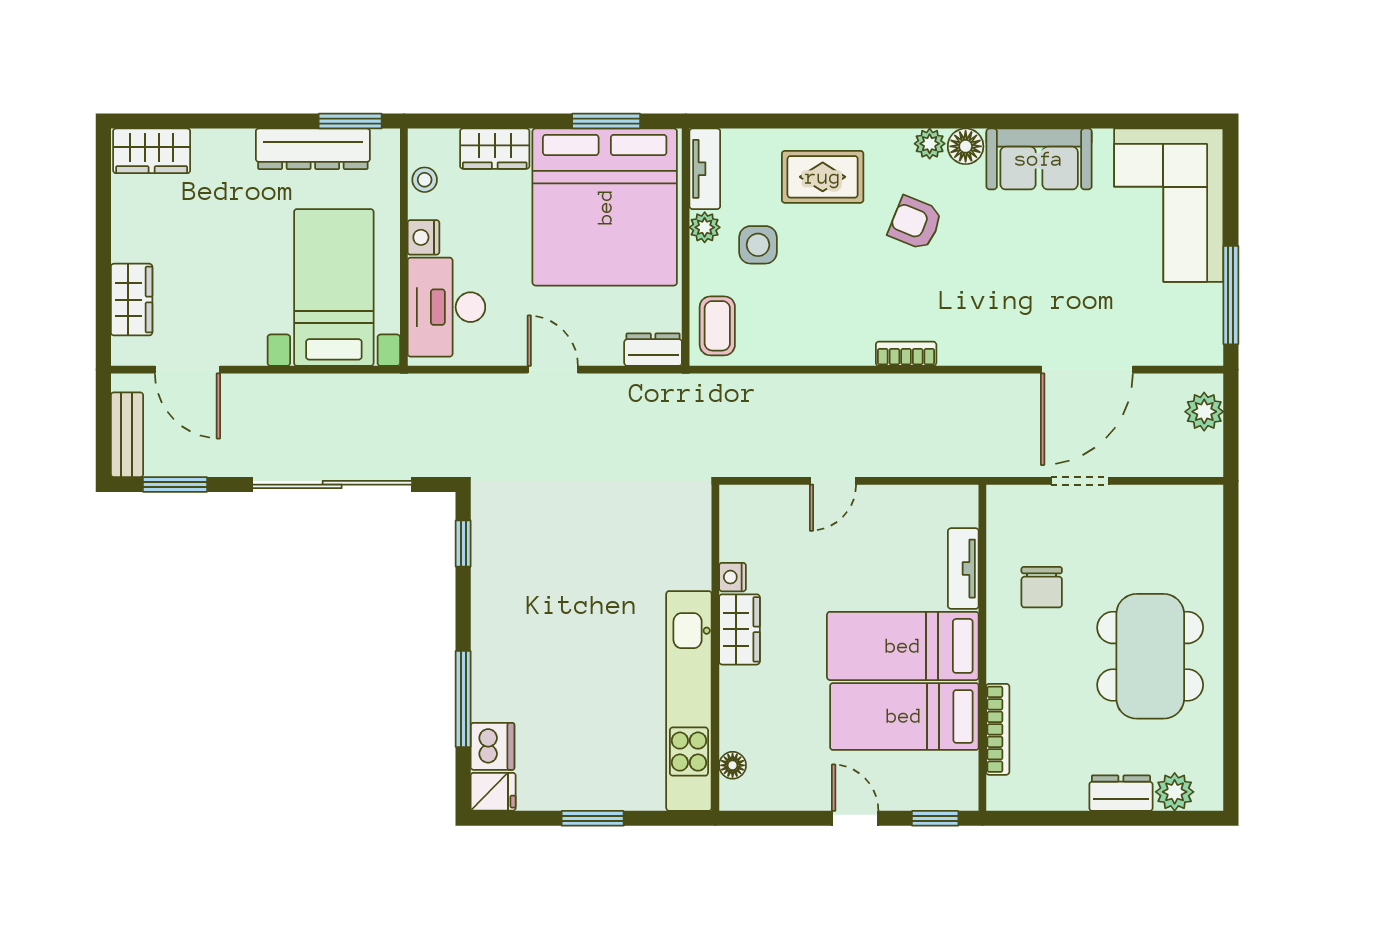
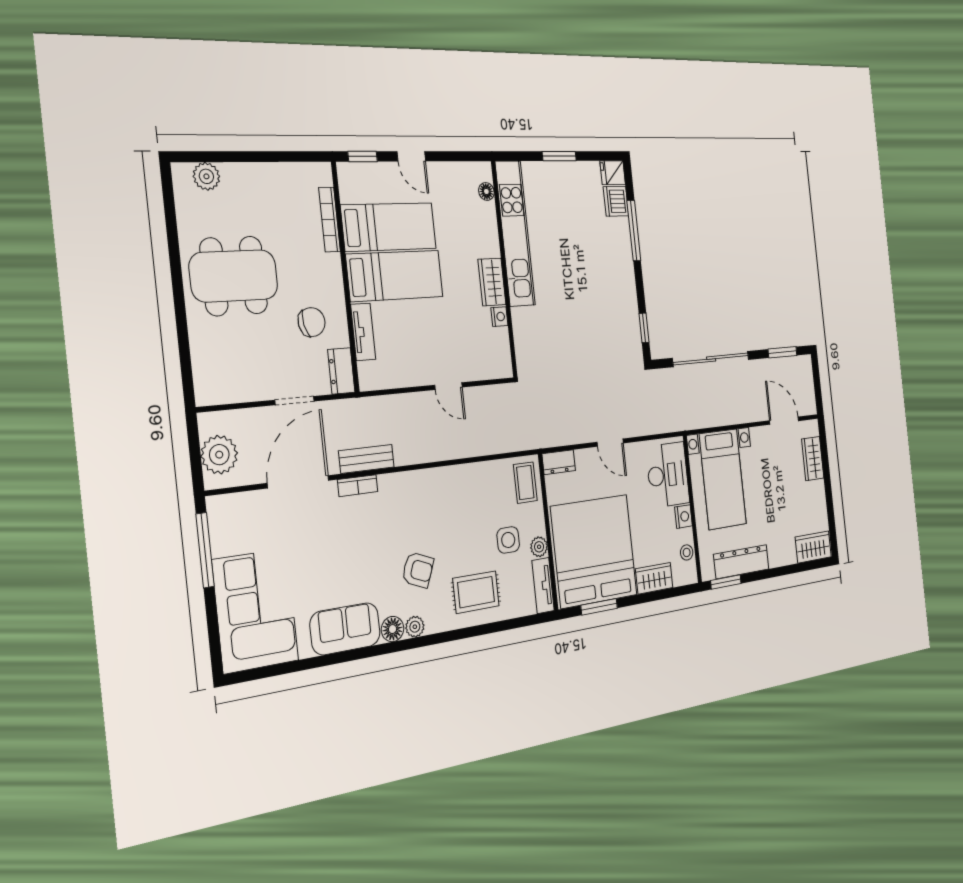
bookcase: (906, 354) -> (358, 486), moved
plant: (1204, 412) -> (219, 455), width x1.36, depth x1.36
bench: (127, 435) -> (366, 459), moved, turned 90
door: (833, 481) -> (449, 386), swing flipped
chair: (1042, 587) -> (312, 322), turned 78
dining table: (1150, 656) -> (234, 276), turned 90
dresser: (1121, 793) -> (341, 371), moved, turned 90

